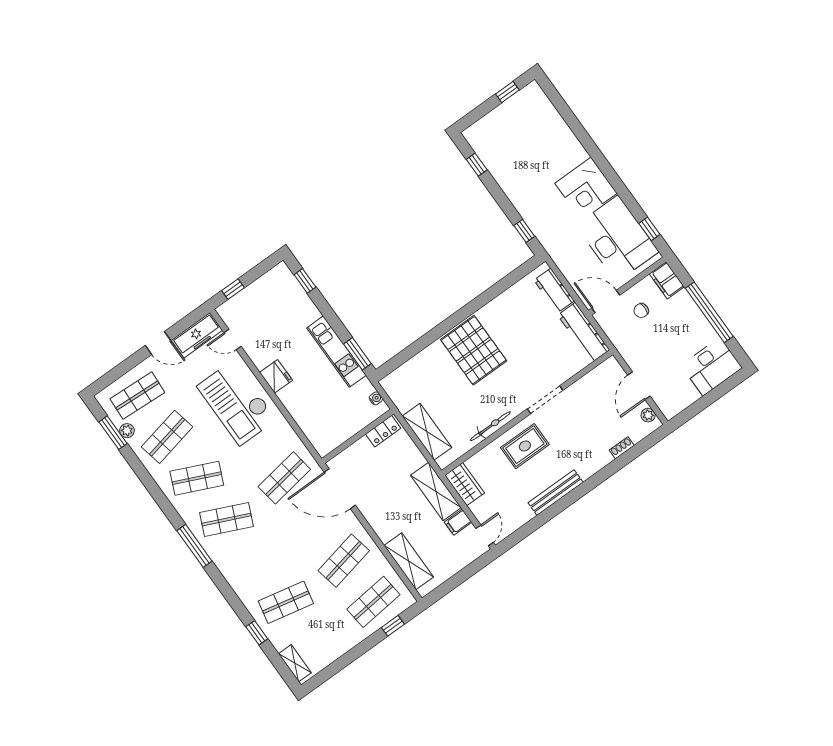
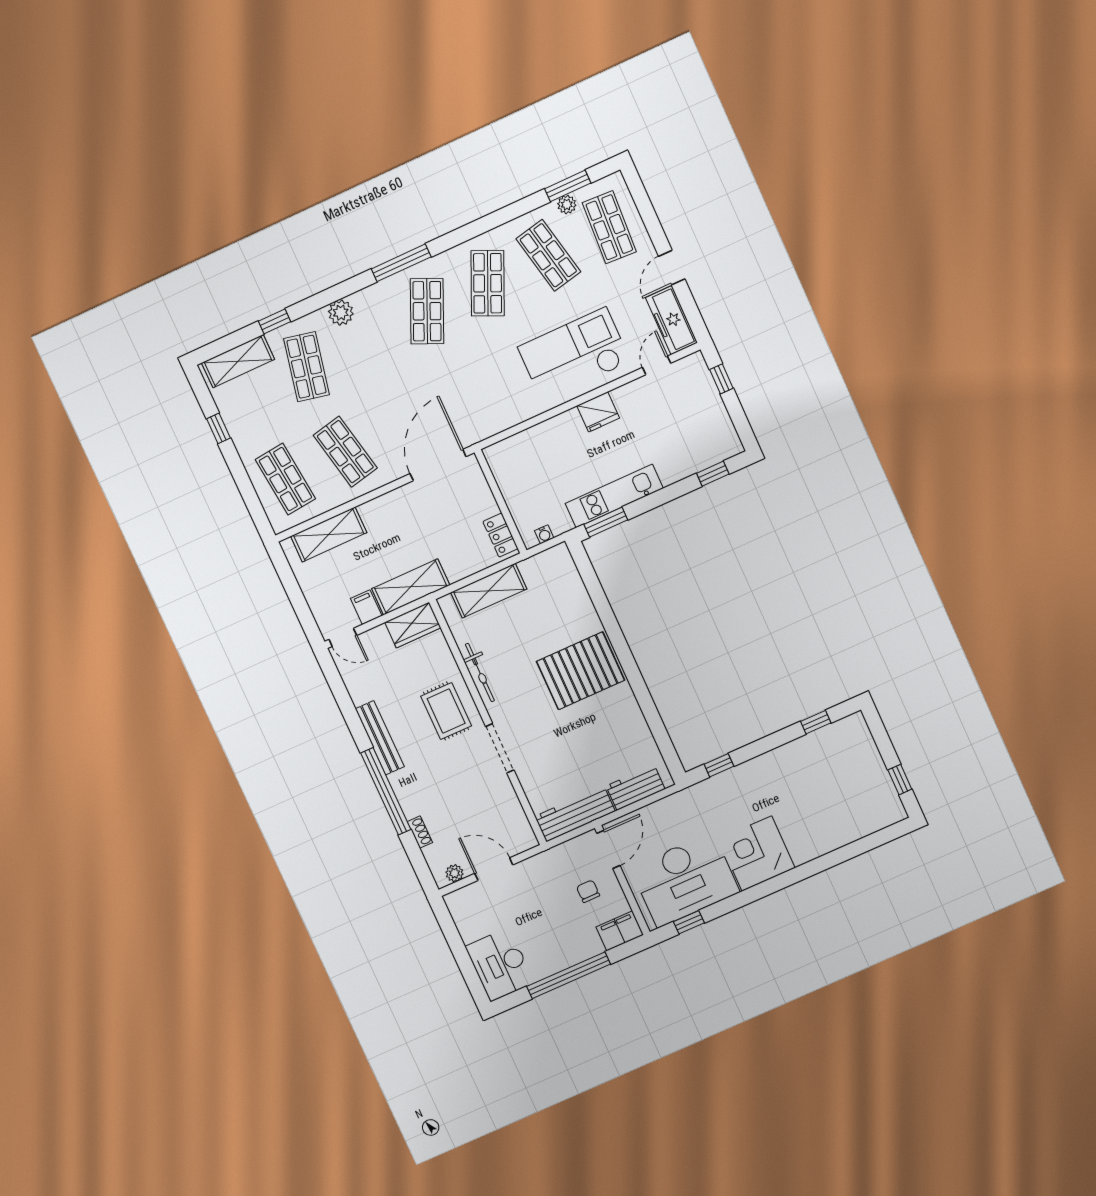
shop shelf: (284, 478) -> (466, 397), removed
window: (596, 480) -> (386, 791), added
plant: (240, 584) -> (341, 313), added
window: (393, 626) -> (218, 428), moved
shelving: (295, 663) -> (238, 361), width x1.50, depth x1.33

